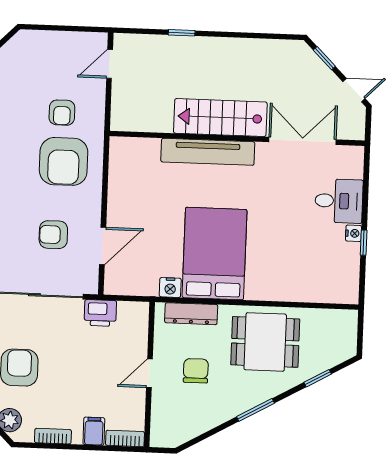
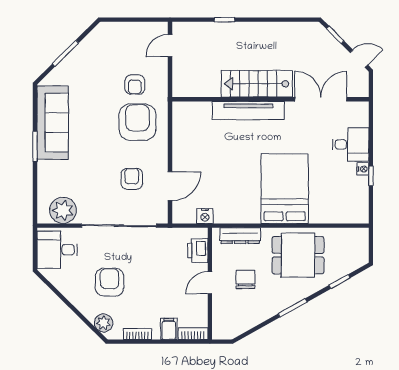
armchair: (64, 161) -> (137, 122), turned 180
armchair: (53, 235) -> (132, 179), turned 90
bed: (215, 254) -> (285, 189), moved
nightstand: (170, 287) -> (205, 216), moved
printer: (100, 313) -> (198, 251), moved, turned 90

